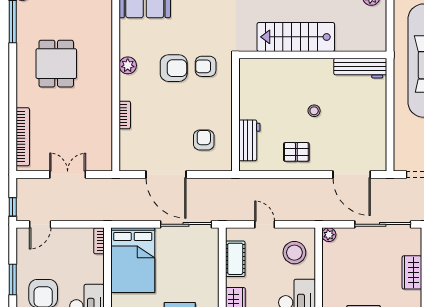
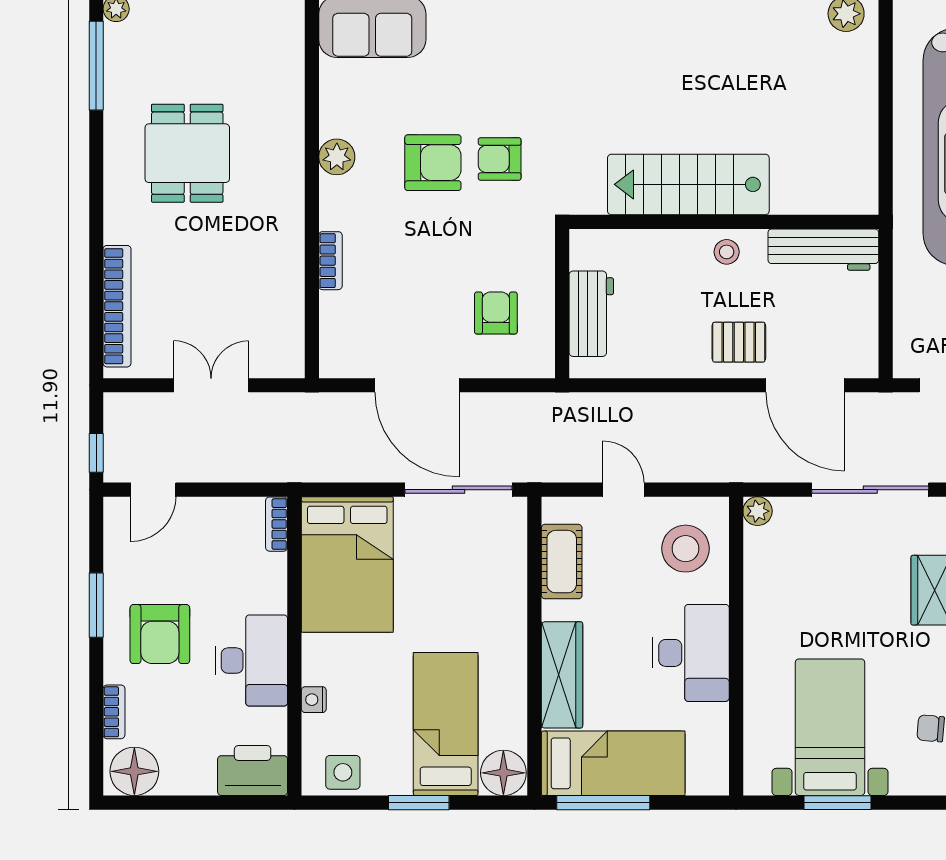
stairs: (296, 37) -> (688, 184), moved
wall: (313, 55) -> (724, 222), moved
workbench: (360, 68) -> (823, 250), moved
pallet: (296, 152) -> (739, 342), moved

